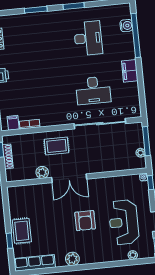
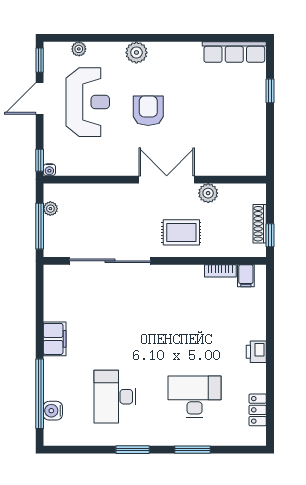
desk: (93, 90) -> (195, 397), moved
rug: (22, 231) -> (249, 104), removed
plant: (72, 259) -> (136, 53), moved

